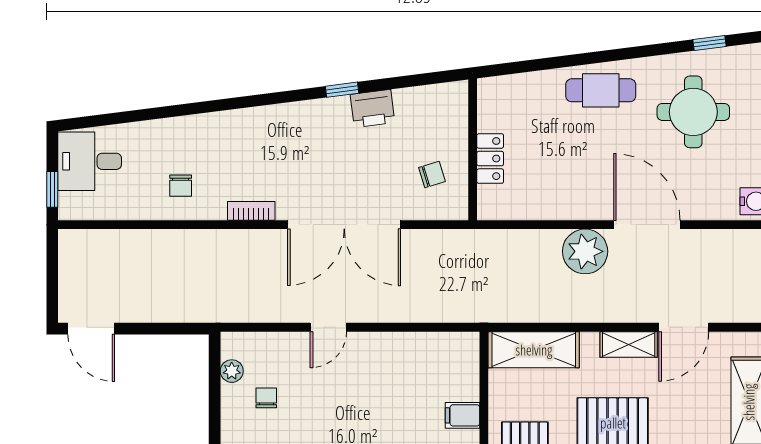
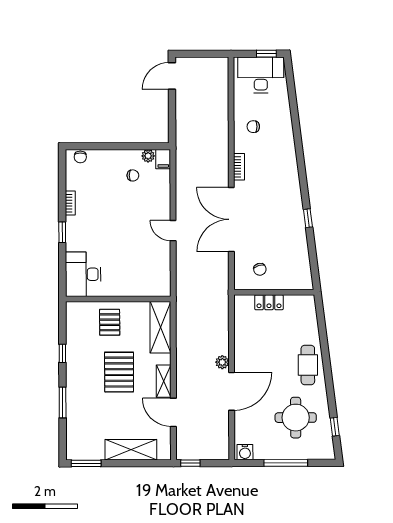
printer: (373, 108) -> (297, 235), removed
desk: (90, 161) -> (261, 75), width x1.37
window: (52, 189) -> (266, 54), moved
plant: (585, 251) -> (222, 362), width x0.53, depth x0.53
door: (328, 327) -> (173, 231), moved
filing cabinet: (462, 415) -> (163, 159), moved, turned 180

